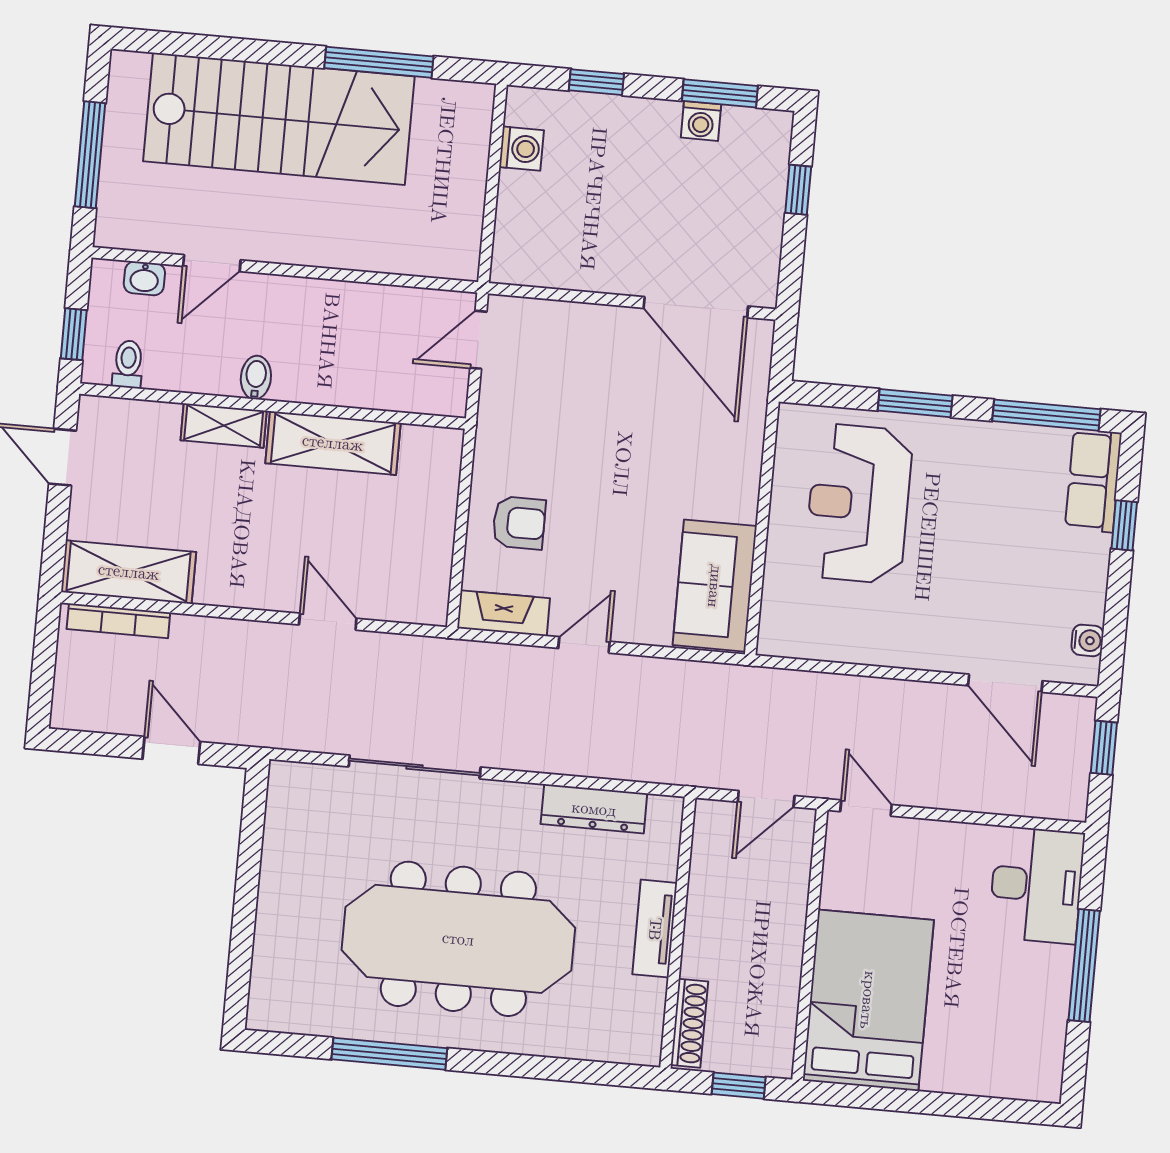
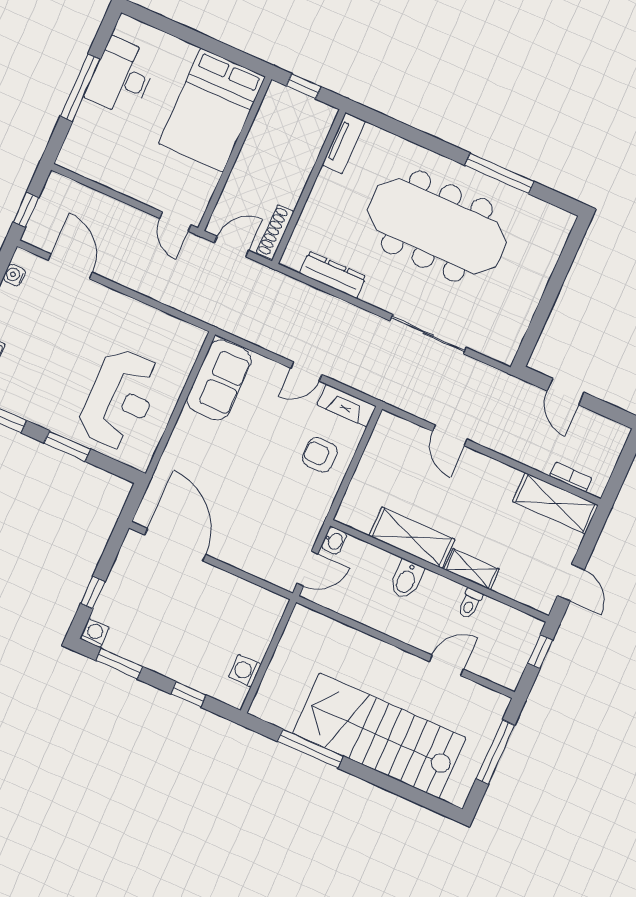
washing machine: (701, 121) -> (94, 633), moved
washbasin: (144, 278) -> (334, 541), moved, turned 90
toilet: (128, 364) -> (470, 604), moved
bidet: (256, 377) -> (406, 579), moved, width x1.38, depth x1.36
bookcase: (118, 621) -> (571, 477), width x0.64
desk: (1036, 885) -> (122, 77), moved
tv unit: (655, 929) -> (344, 143), moved
shoe rack: (689, 1023) -> (275, 232), moved

